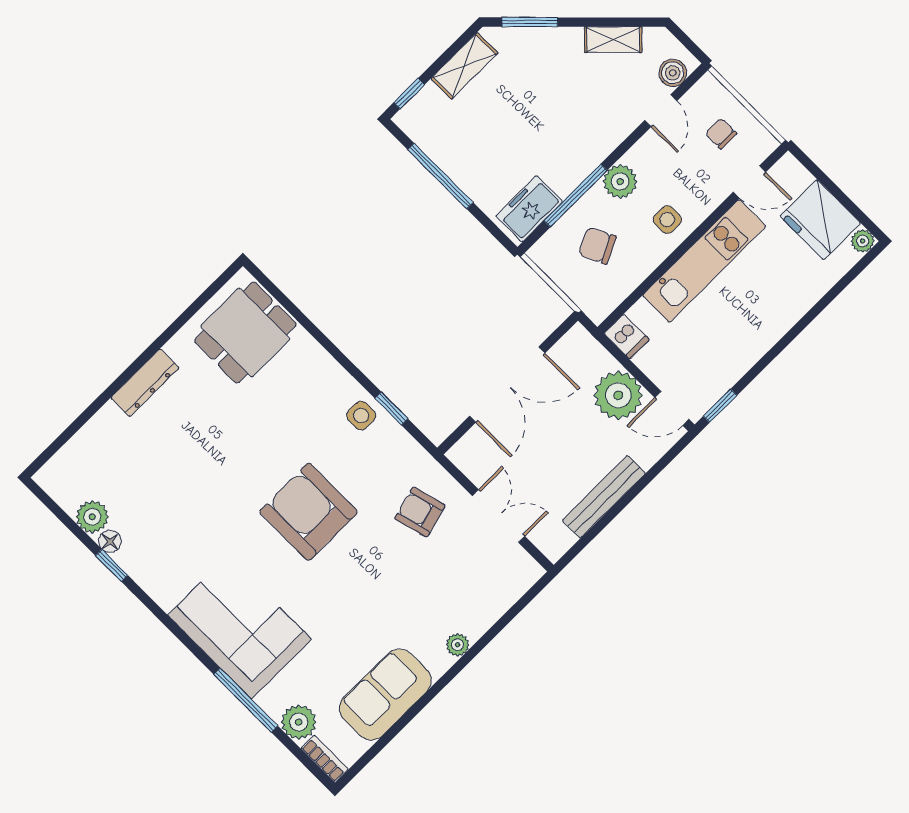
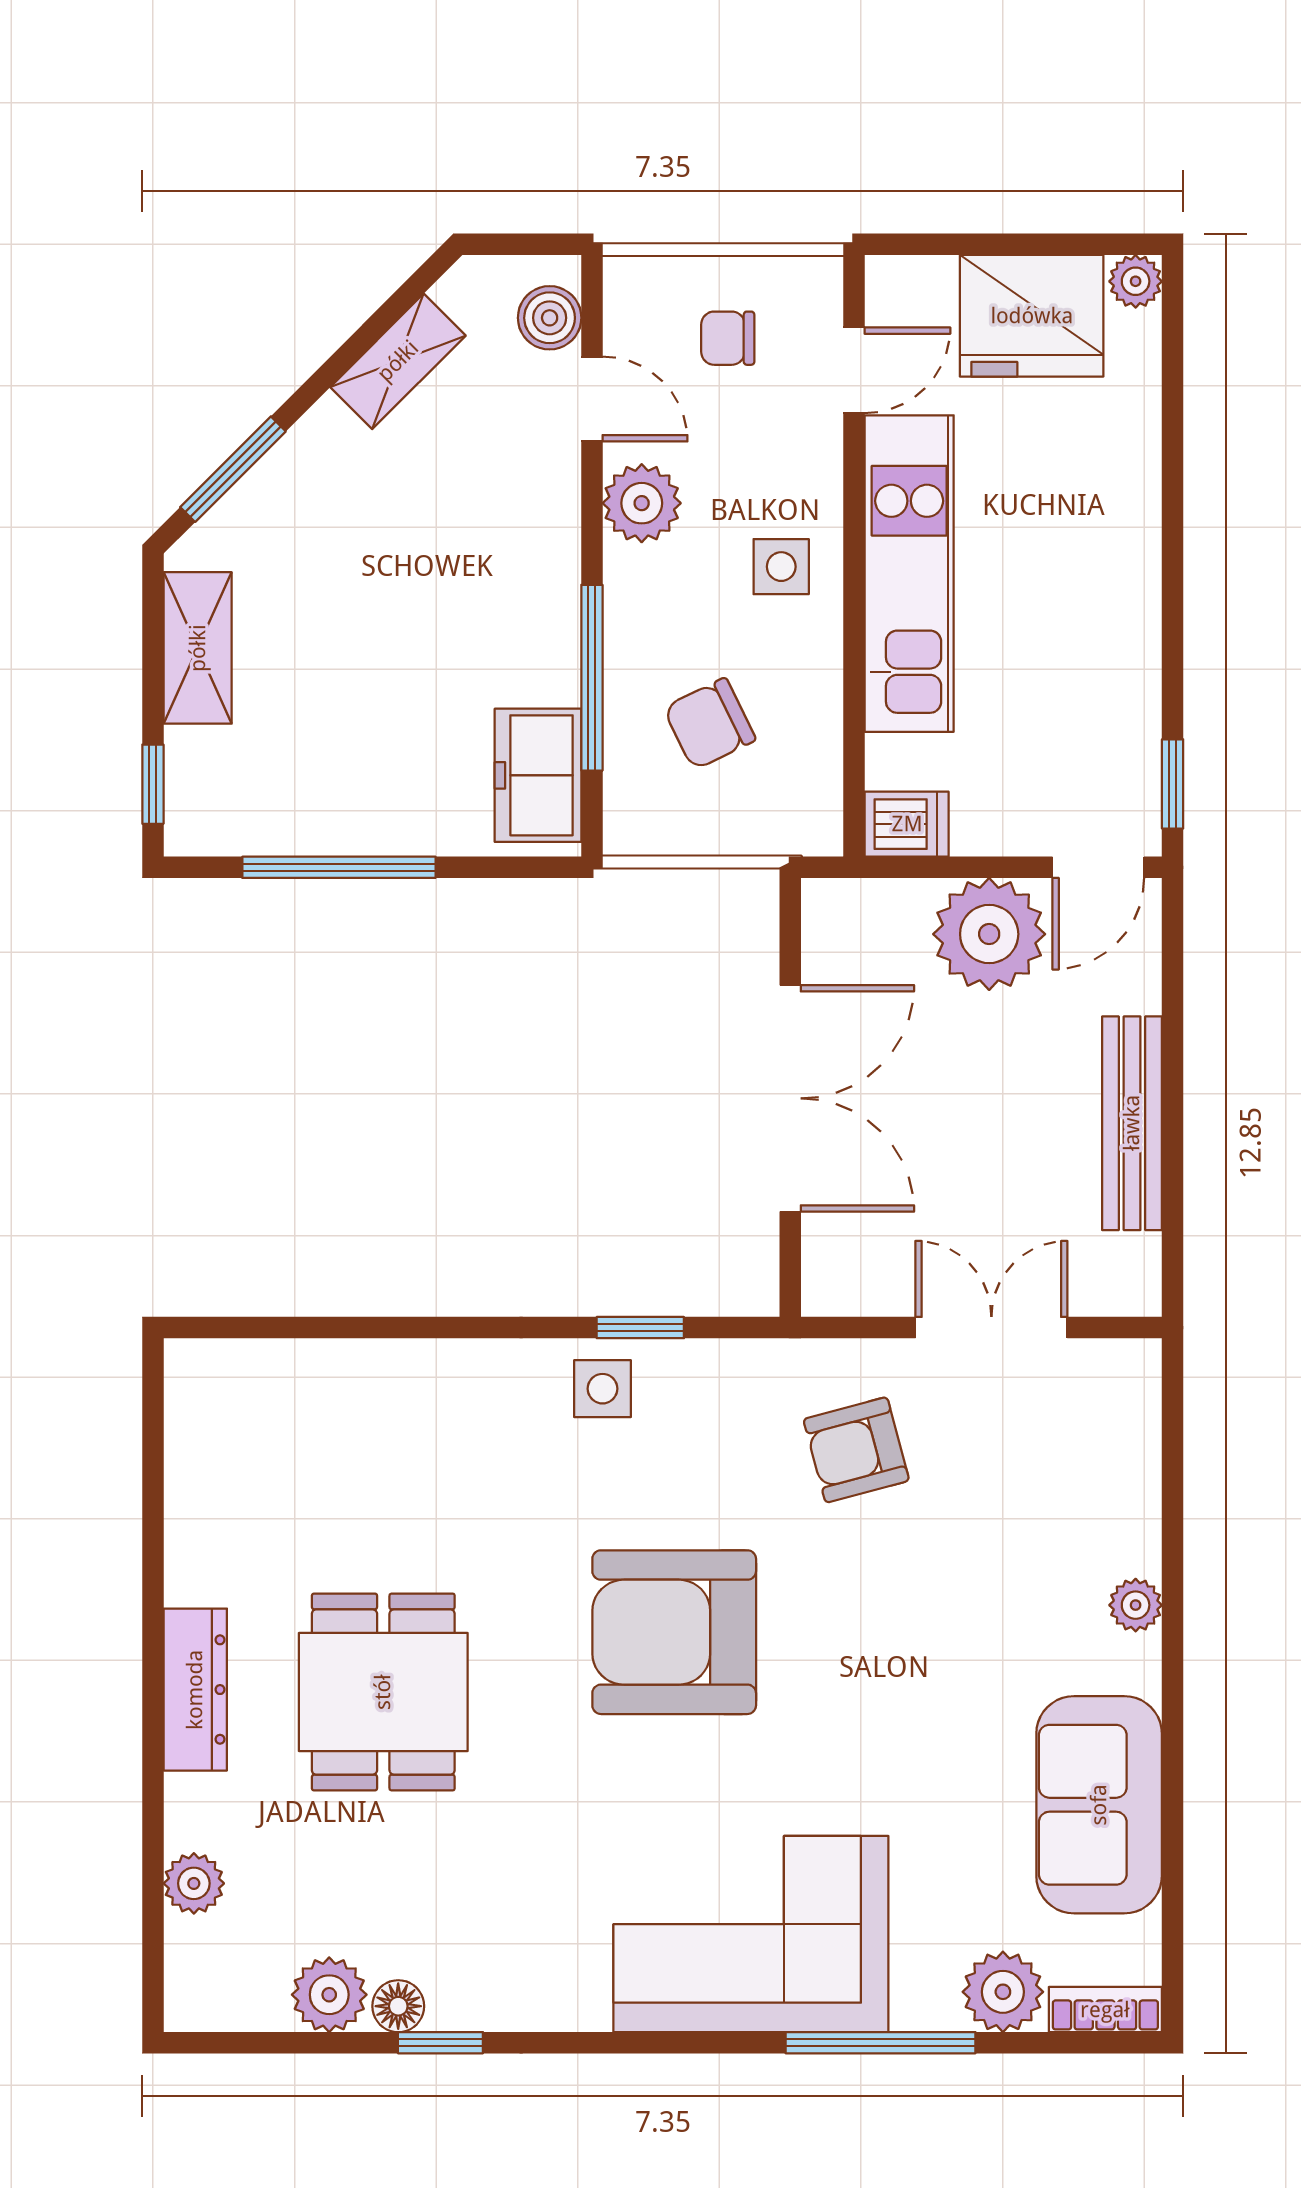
plant: (620, 182) -> (642, 503), moved
dining table: (245, 333) -> (383, 1692), moved
plant: (85, 441) -> (194, 1883), added

